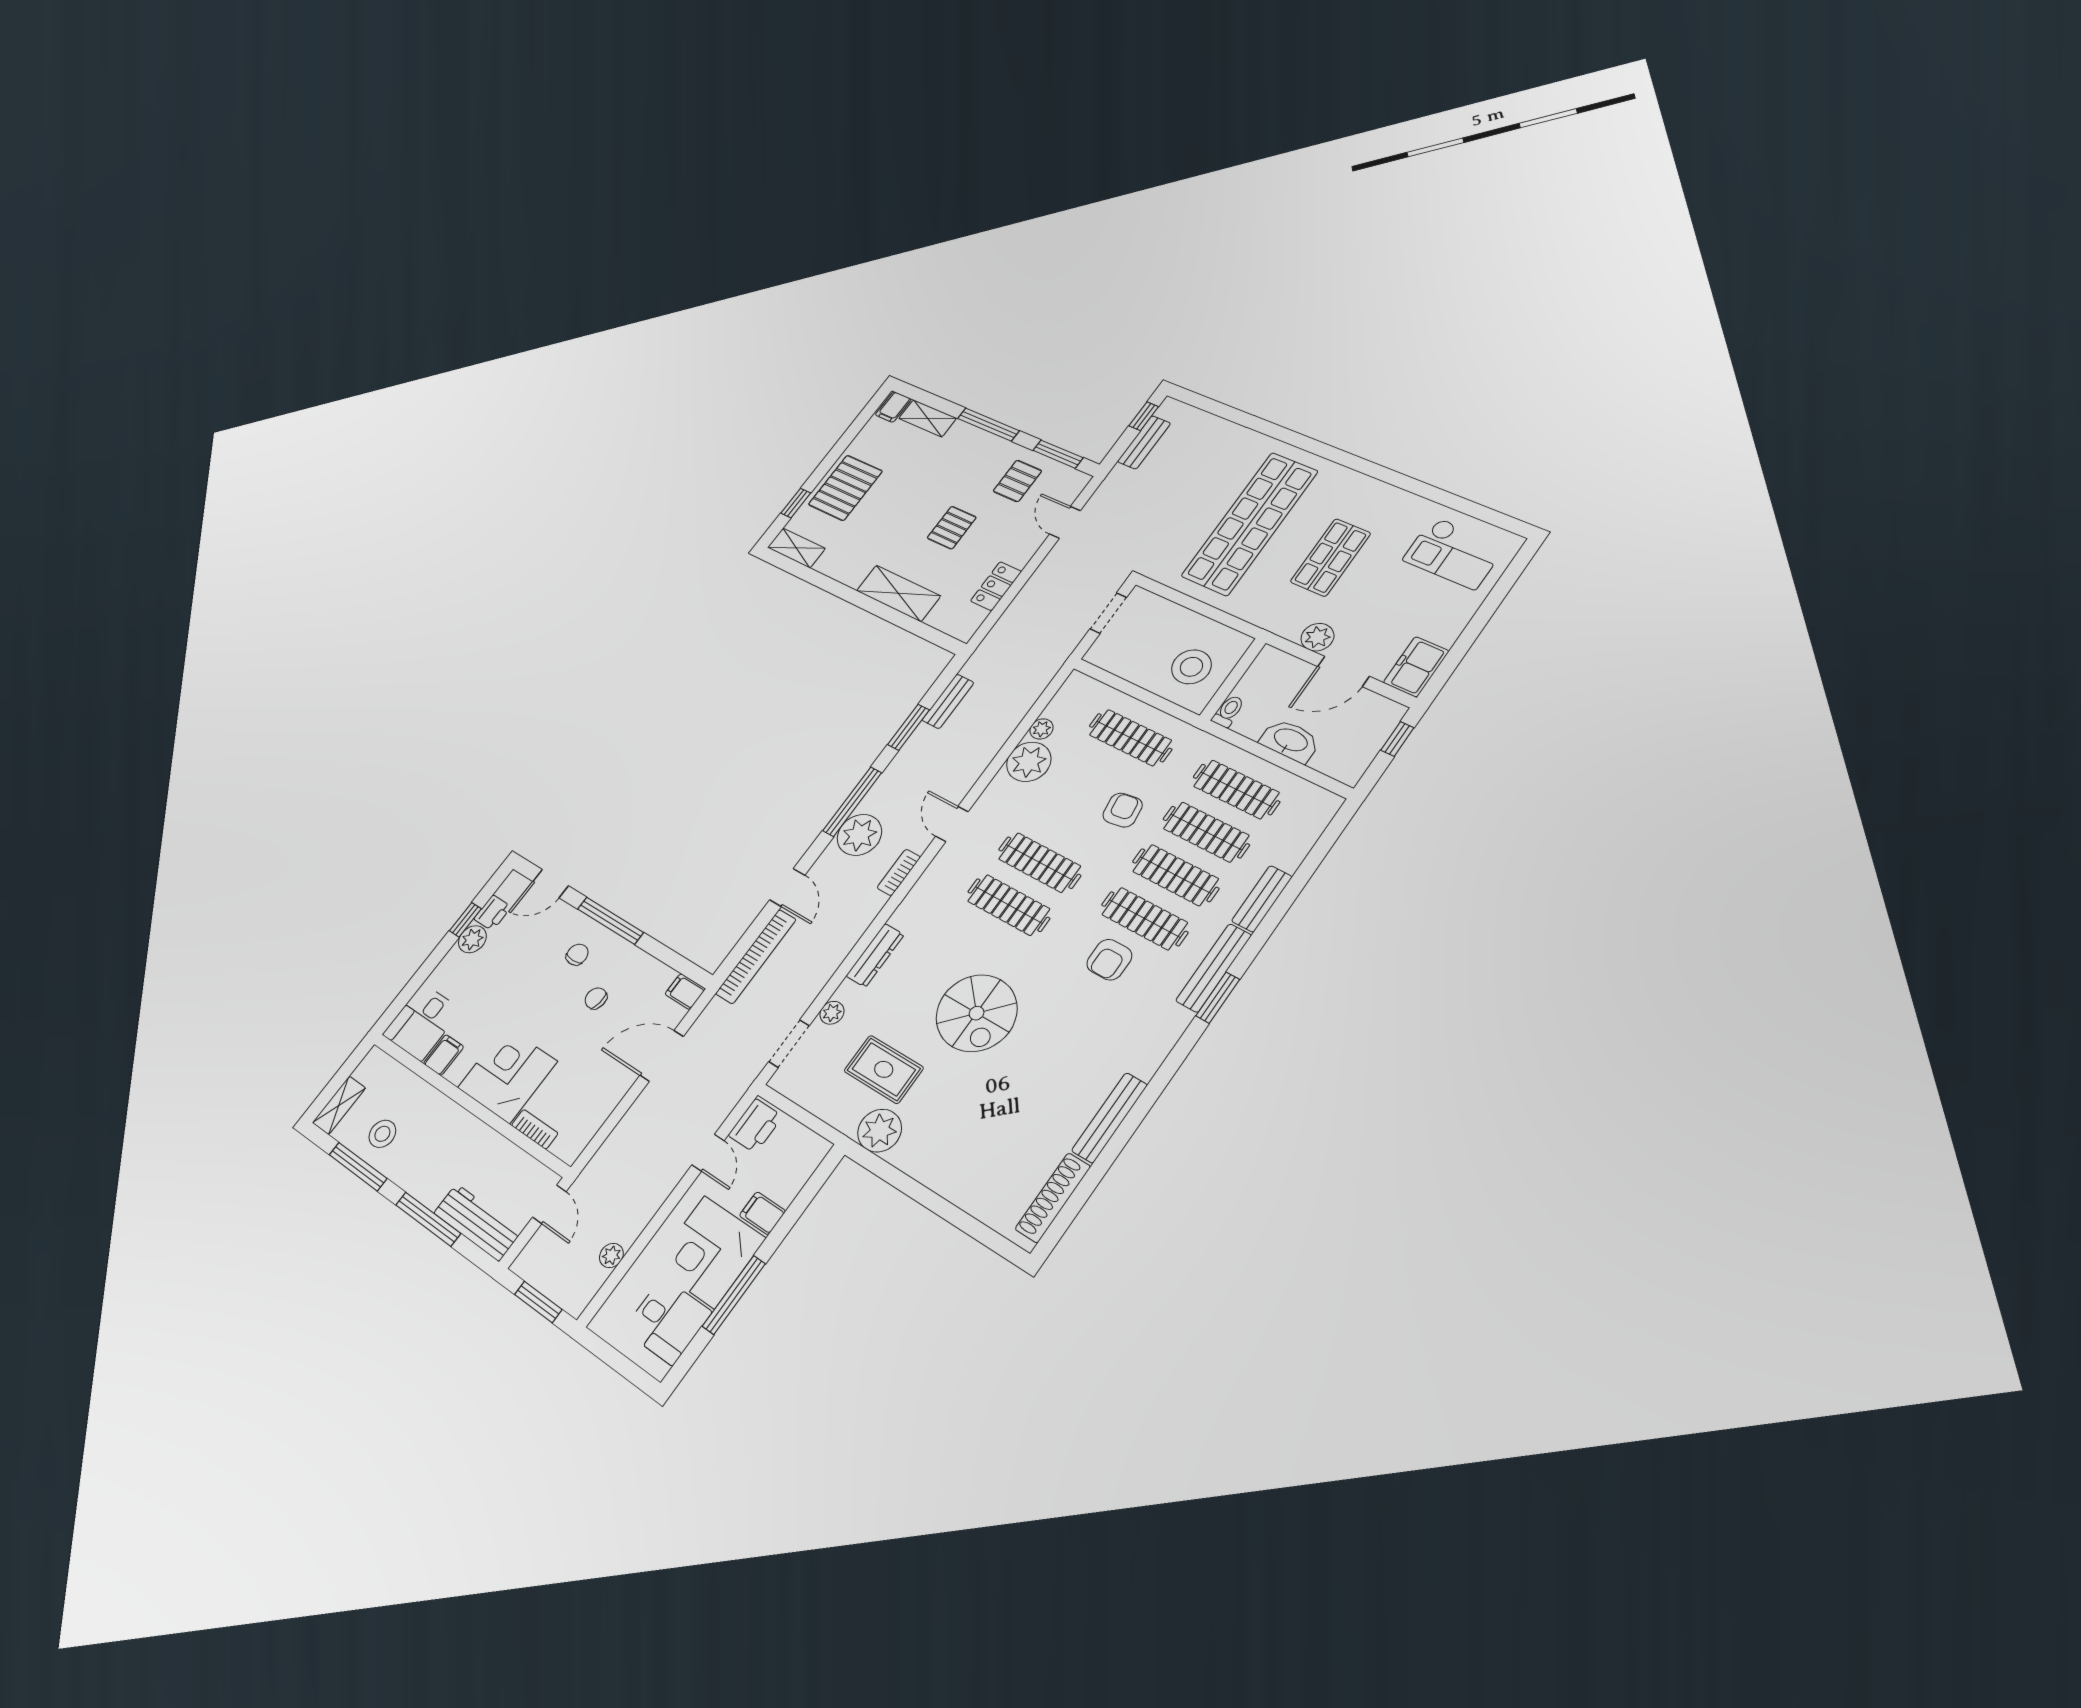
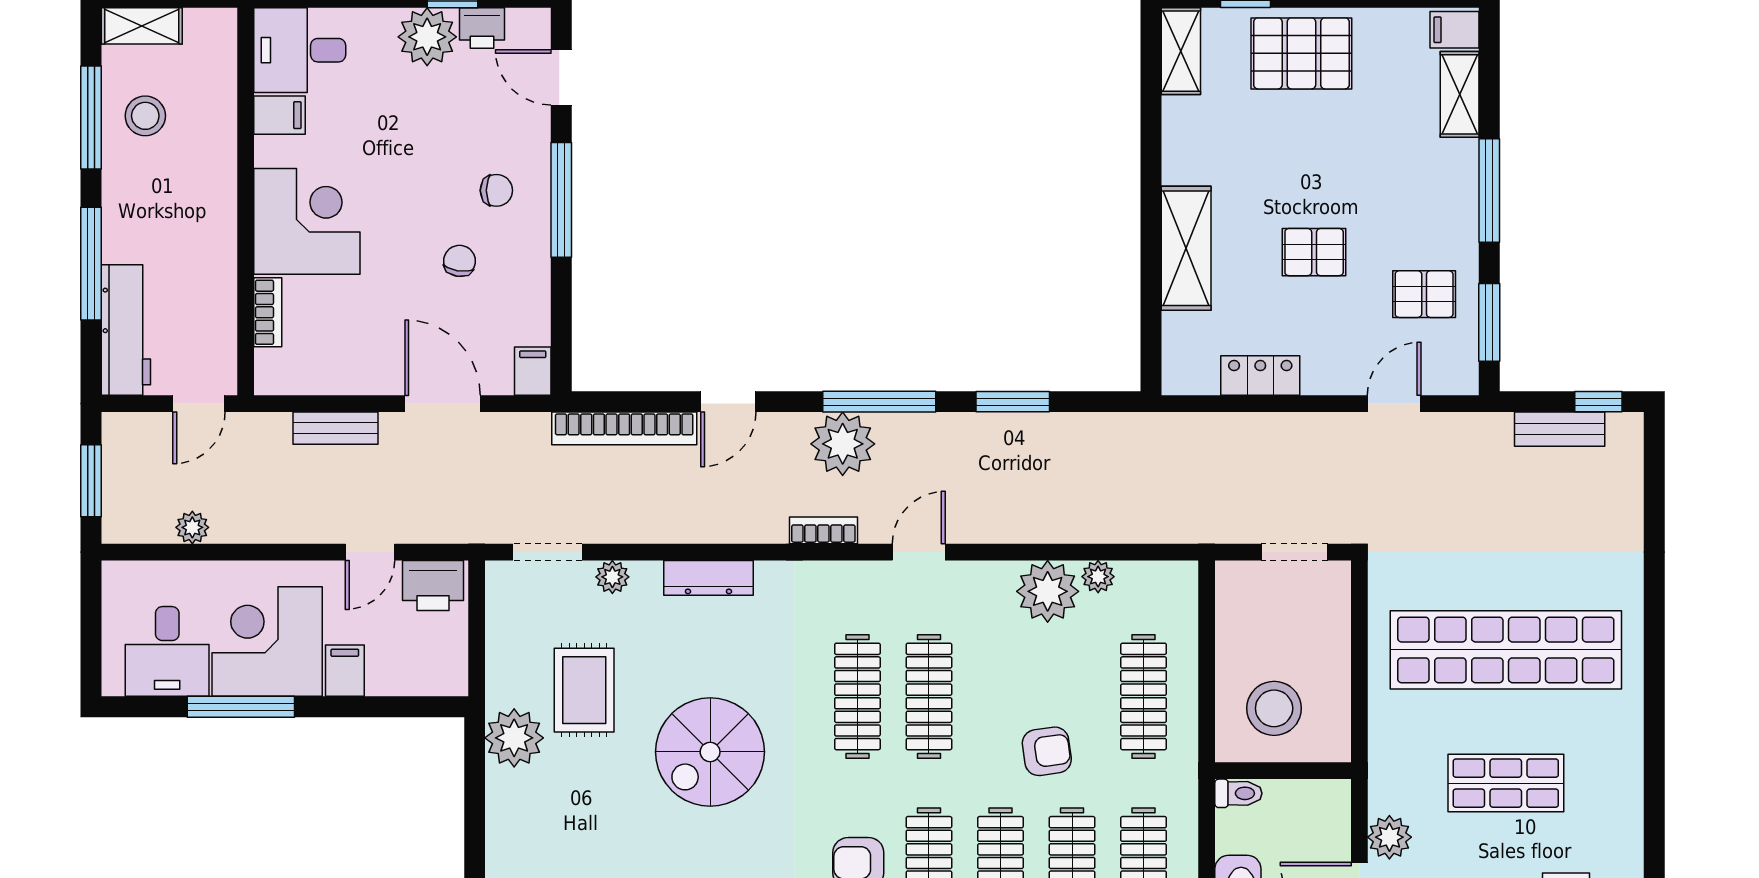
bench: (948, 701) -> (335, 428), moved
plant: (472, 939) -> (427, 37), width x1.36, depth x1.36

